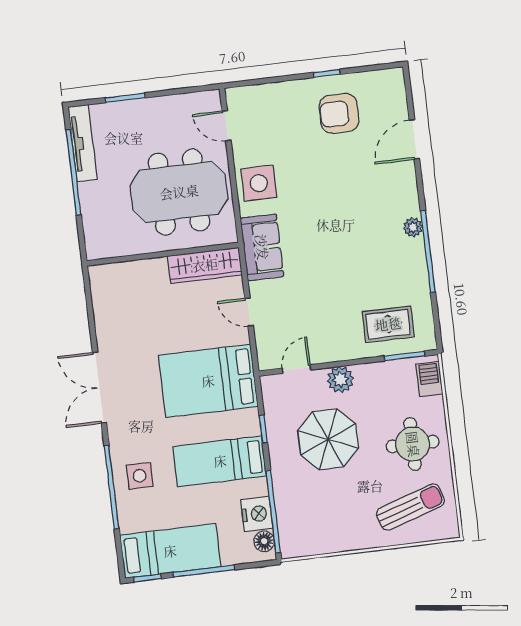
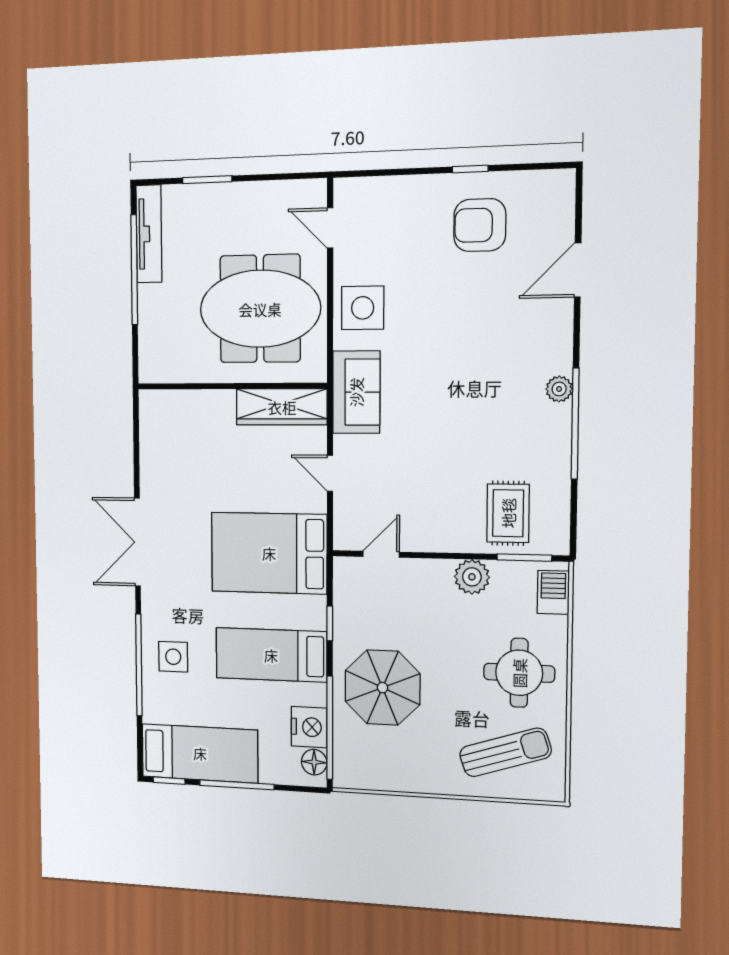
rug: (388, 324) -> (508, 513), turned 90
plant: (340, 380) -> (472, 577), moved
parasol: (328, 439) -> (382, 688), moved

